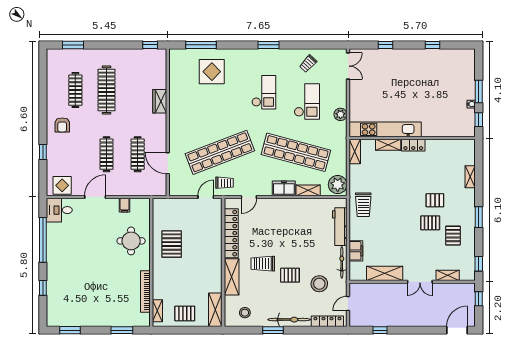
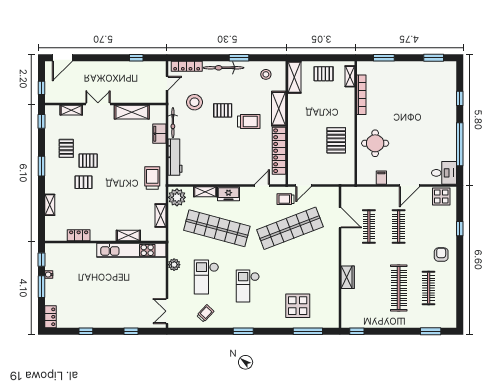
locker: (469, 60) -> (50, 317), added
locker: (413, 145) -> (79, 235), moved
shelving: (355, 152) -> (160, 215), moved

